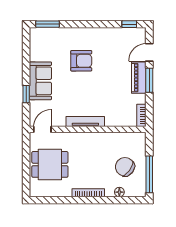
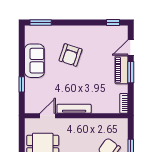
armchair: (81, 61) -> (71, 55), turned 108
sofa: (40, 81) -> (34, 61), moved
door: (42, 129) -> (48, 116), moved

